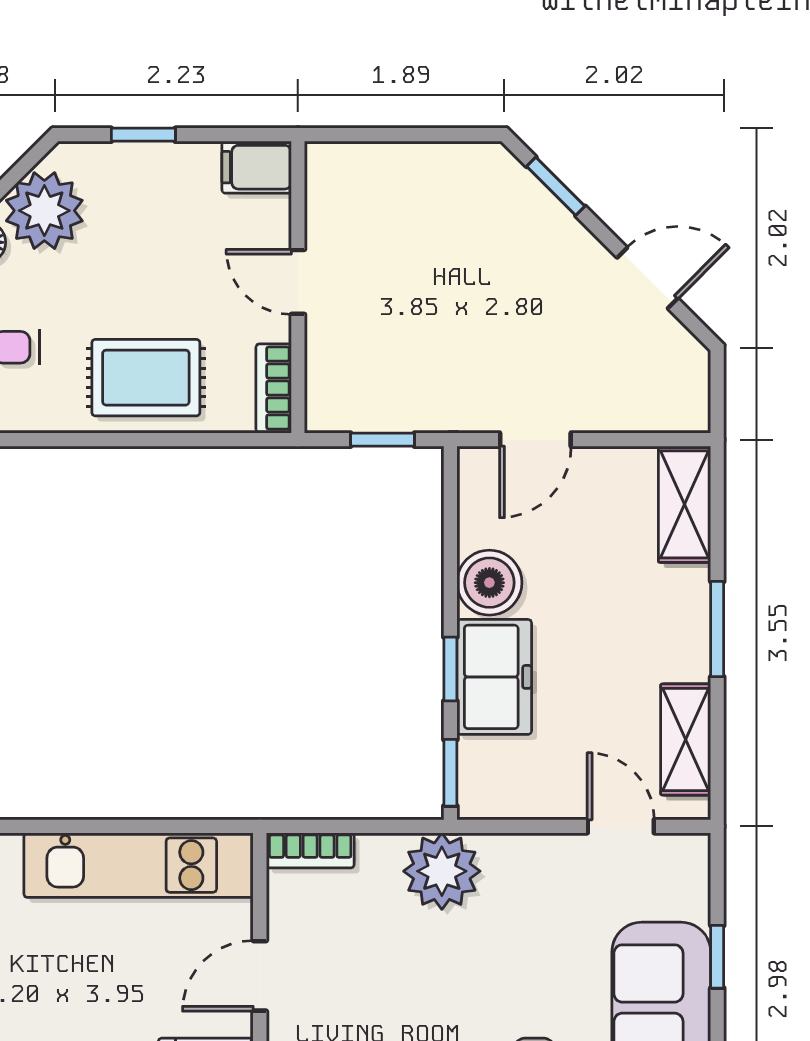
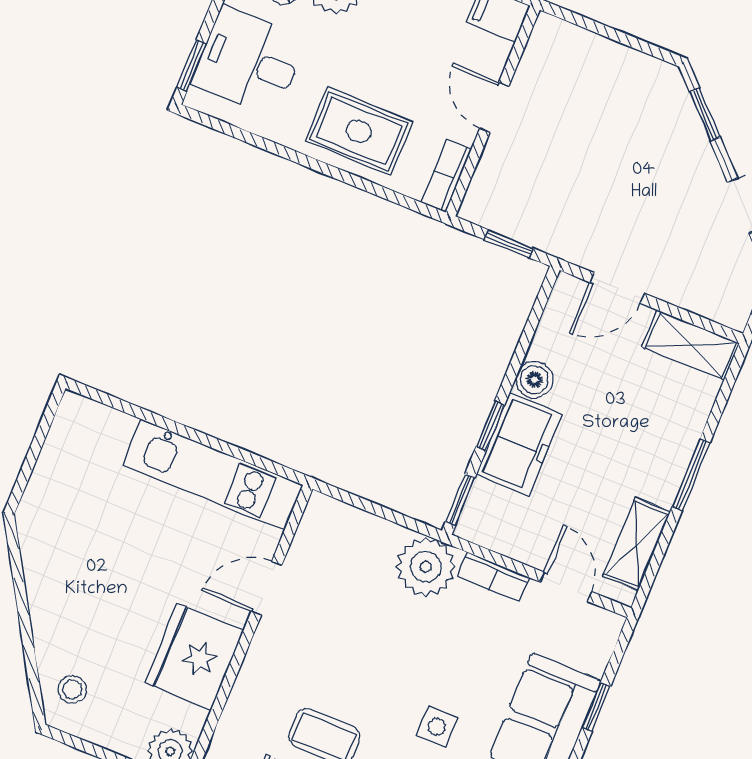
shelving: (685, 504) -> (691, 345), moved, turned 90
boiler: (489, 583) -> (534, 380), width x0.73, depth x0.73
bookcase: (310, 850) -> (493, 577), moved

